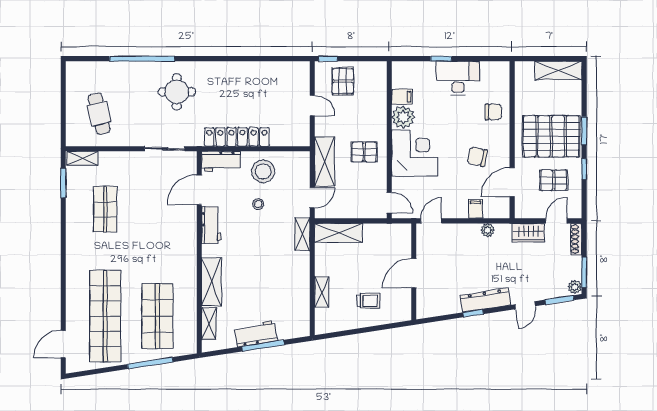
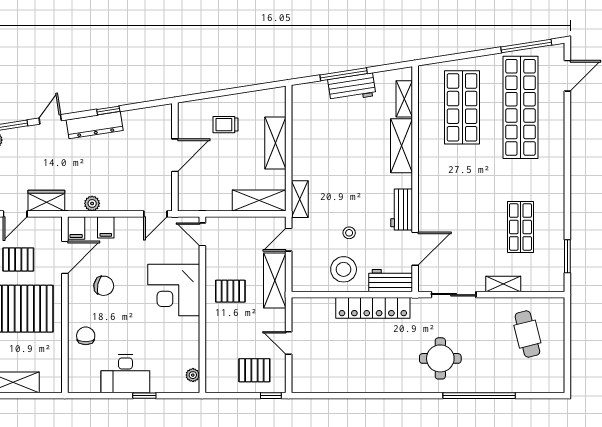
pallet: (343, 81) -> (254, 370), turned 90
filing cabinet: (402, 97) -> (76, 228), moved, turned -90
chair: (493, 112) -> (86, 336), turned 90
plant: (403, 117) -> (193, 375), moved, width x0.53, depth x0.53
shelving: (82, 158) -> (503, 284), moved
shelving: (322, 292) -> (275, 143), width x1.50, depth x1.33
window: (150, 363) -> (526, 46), moved

